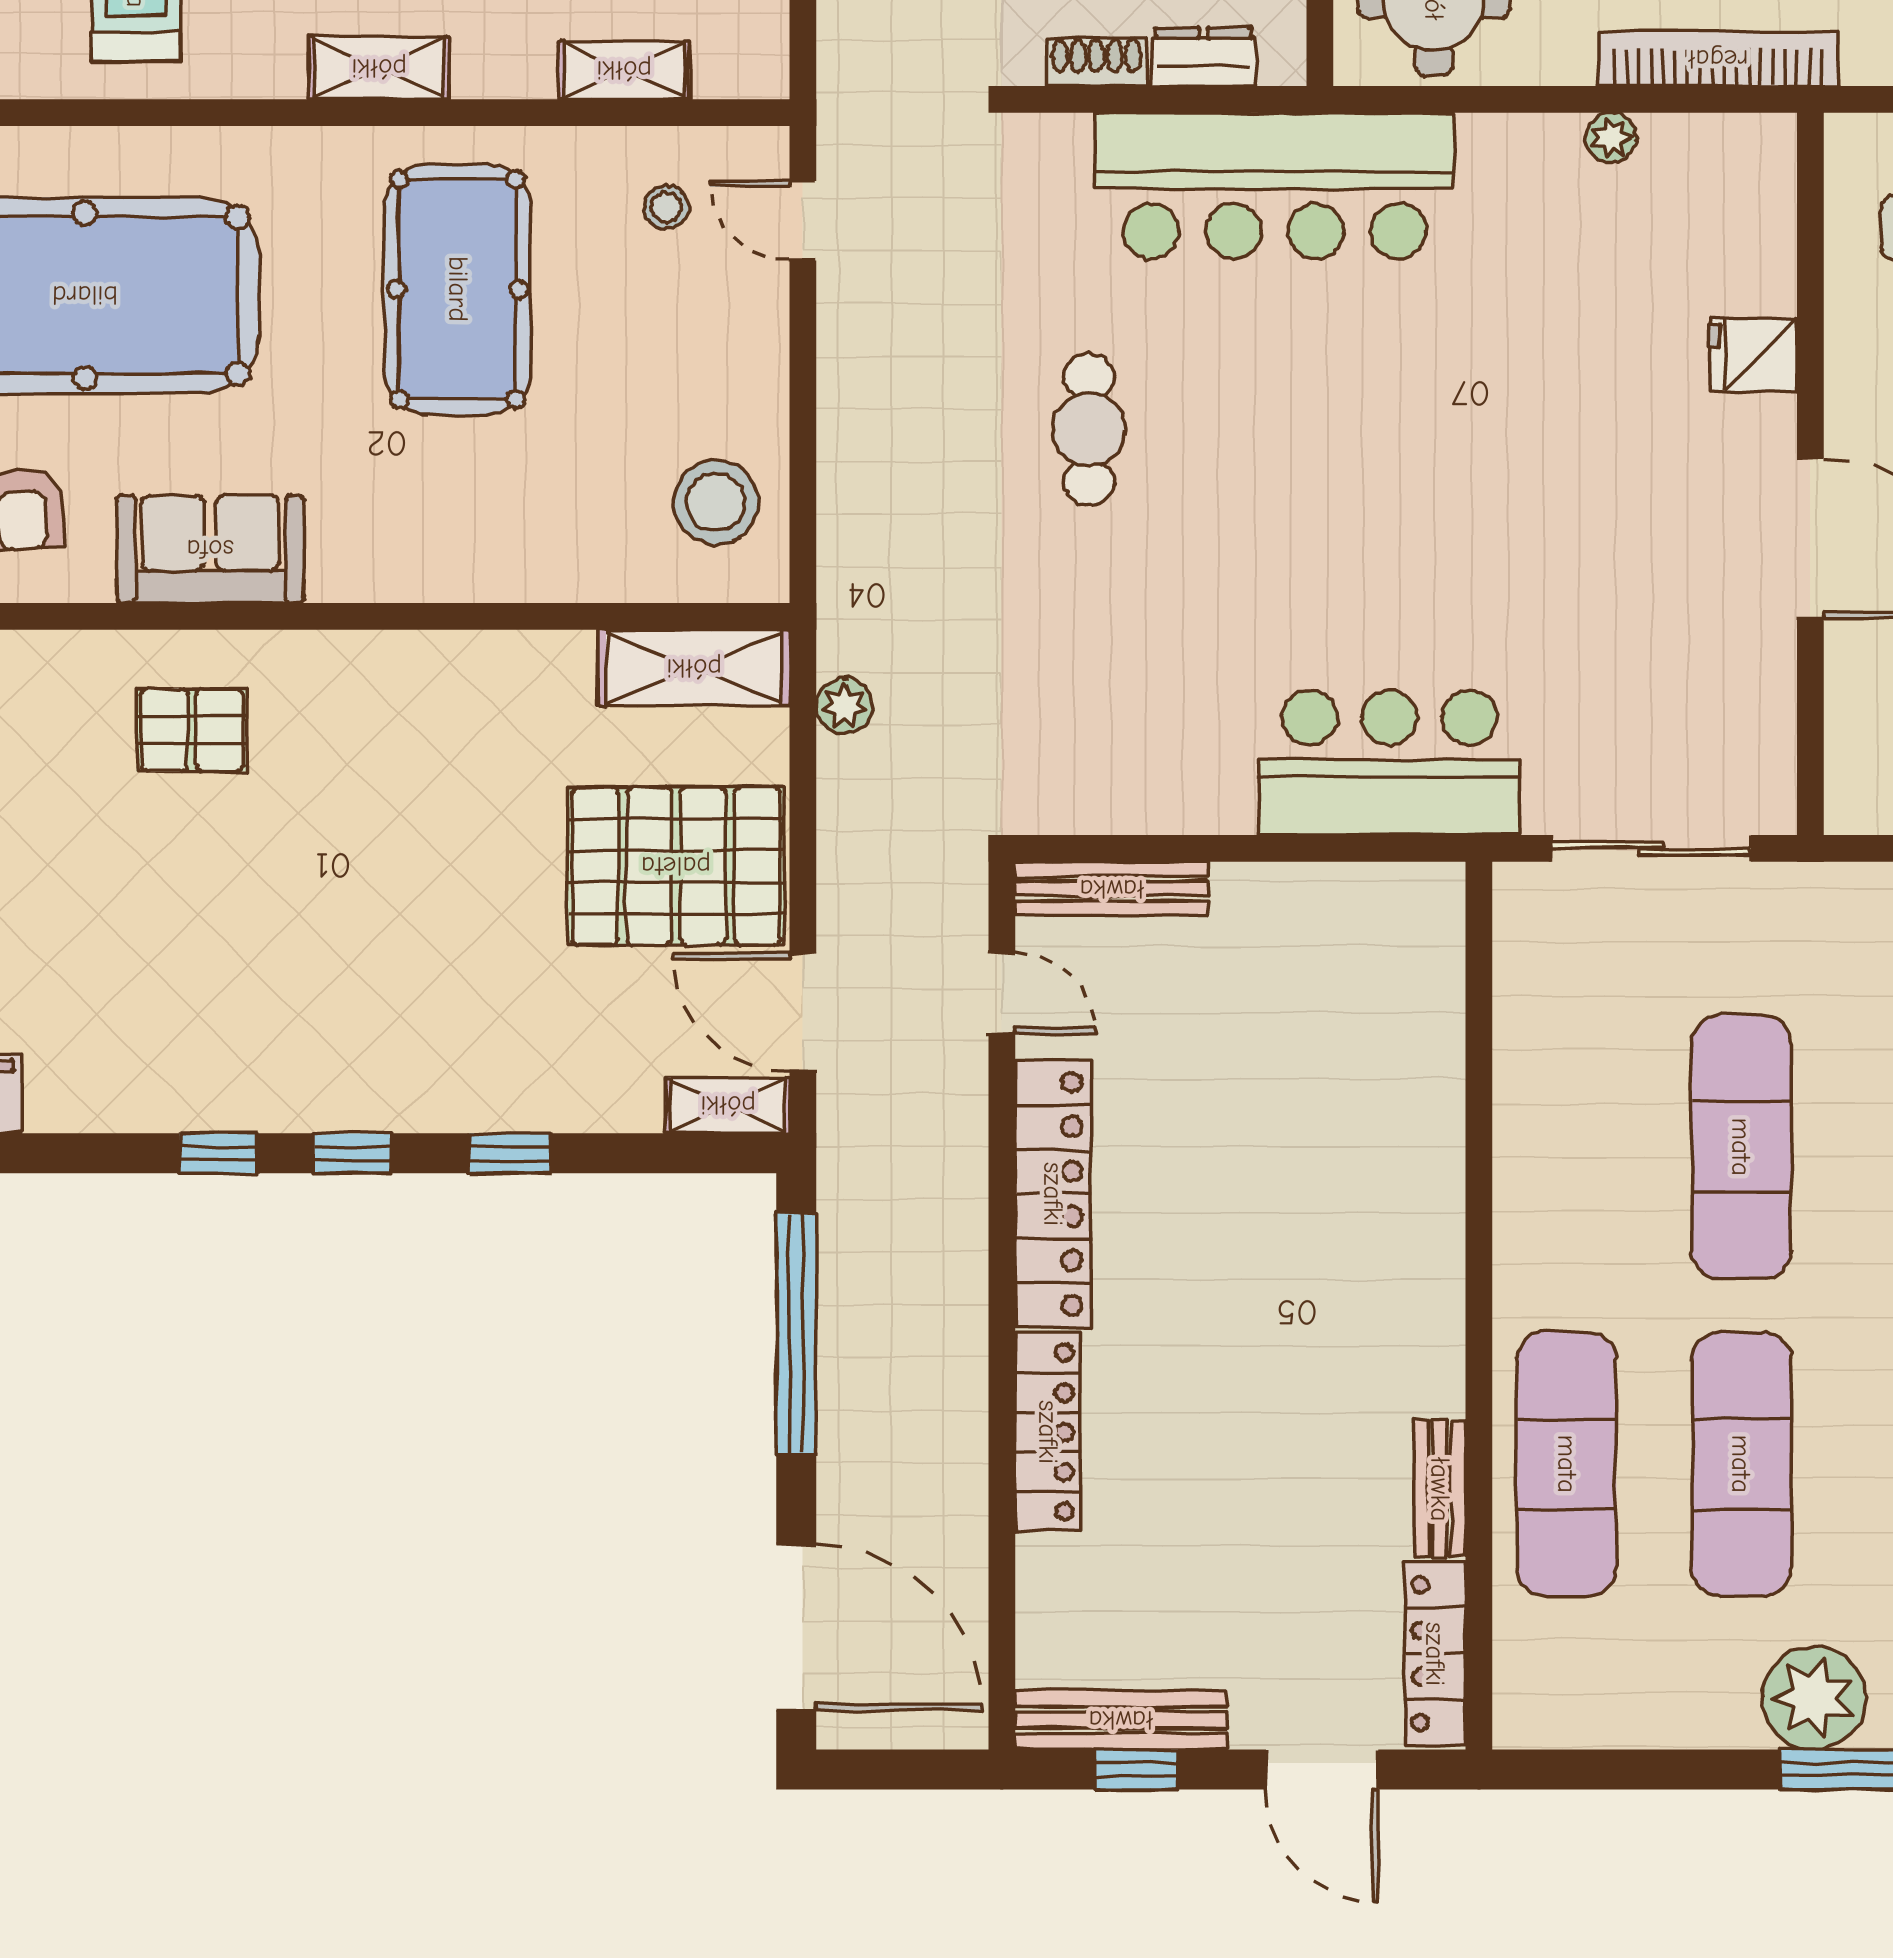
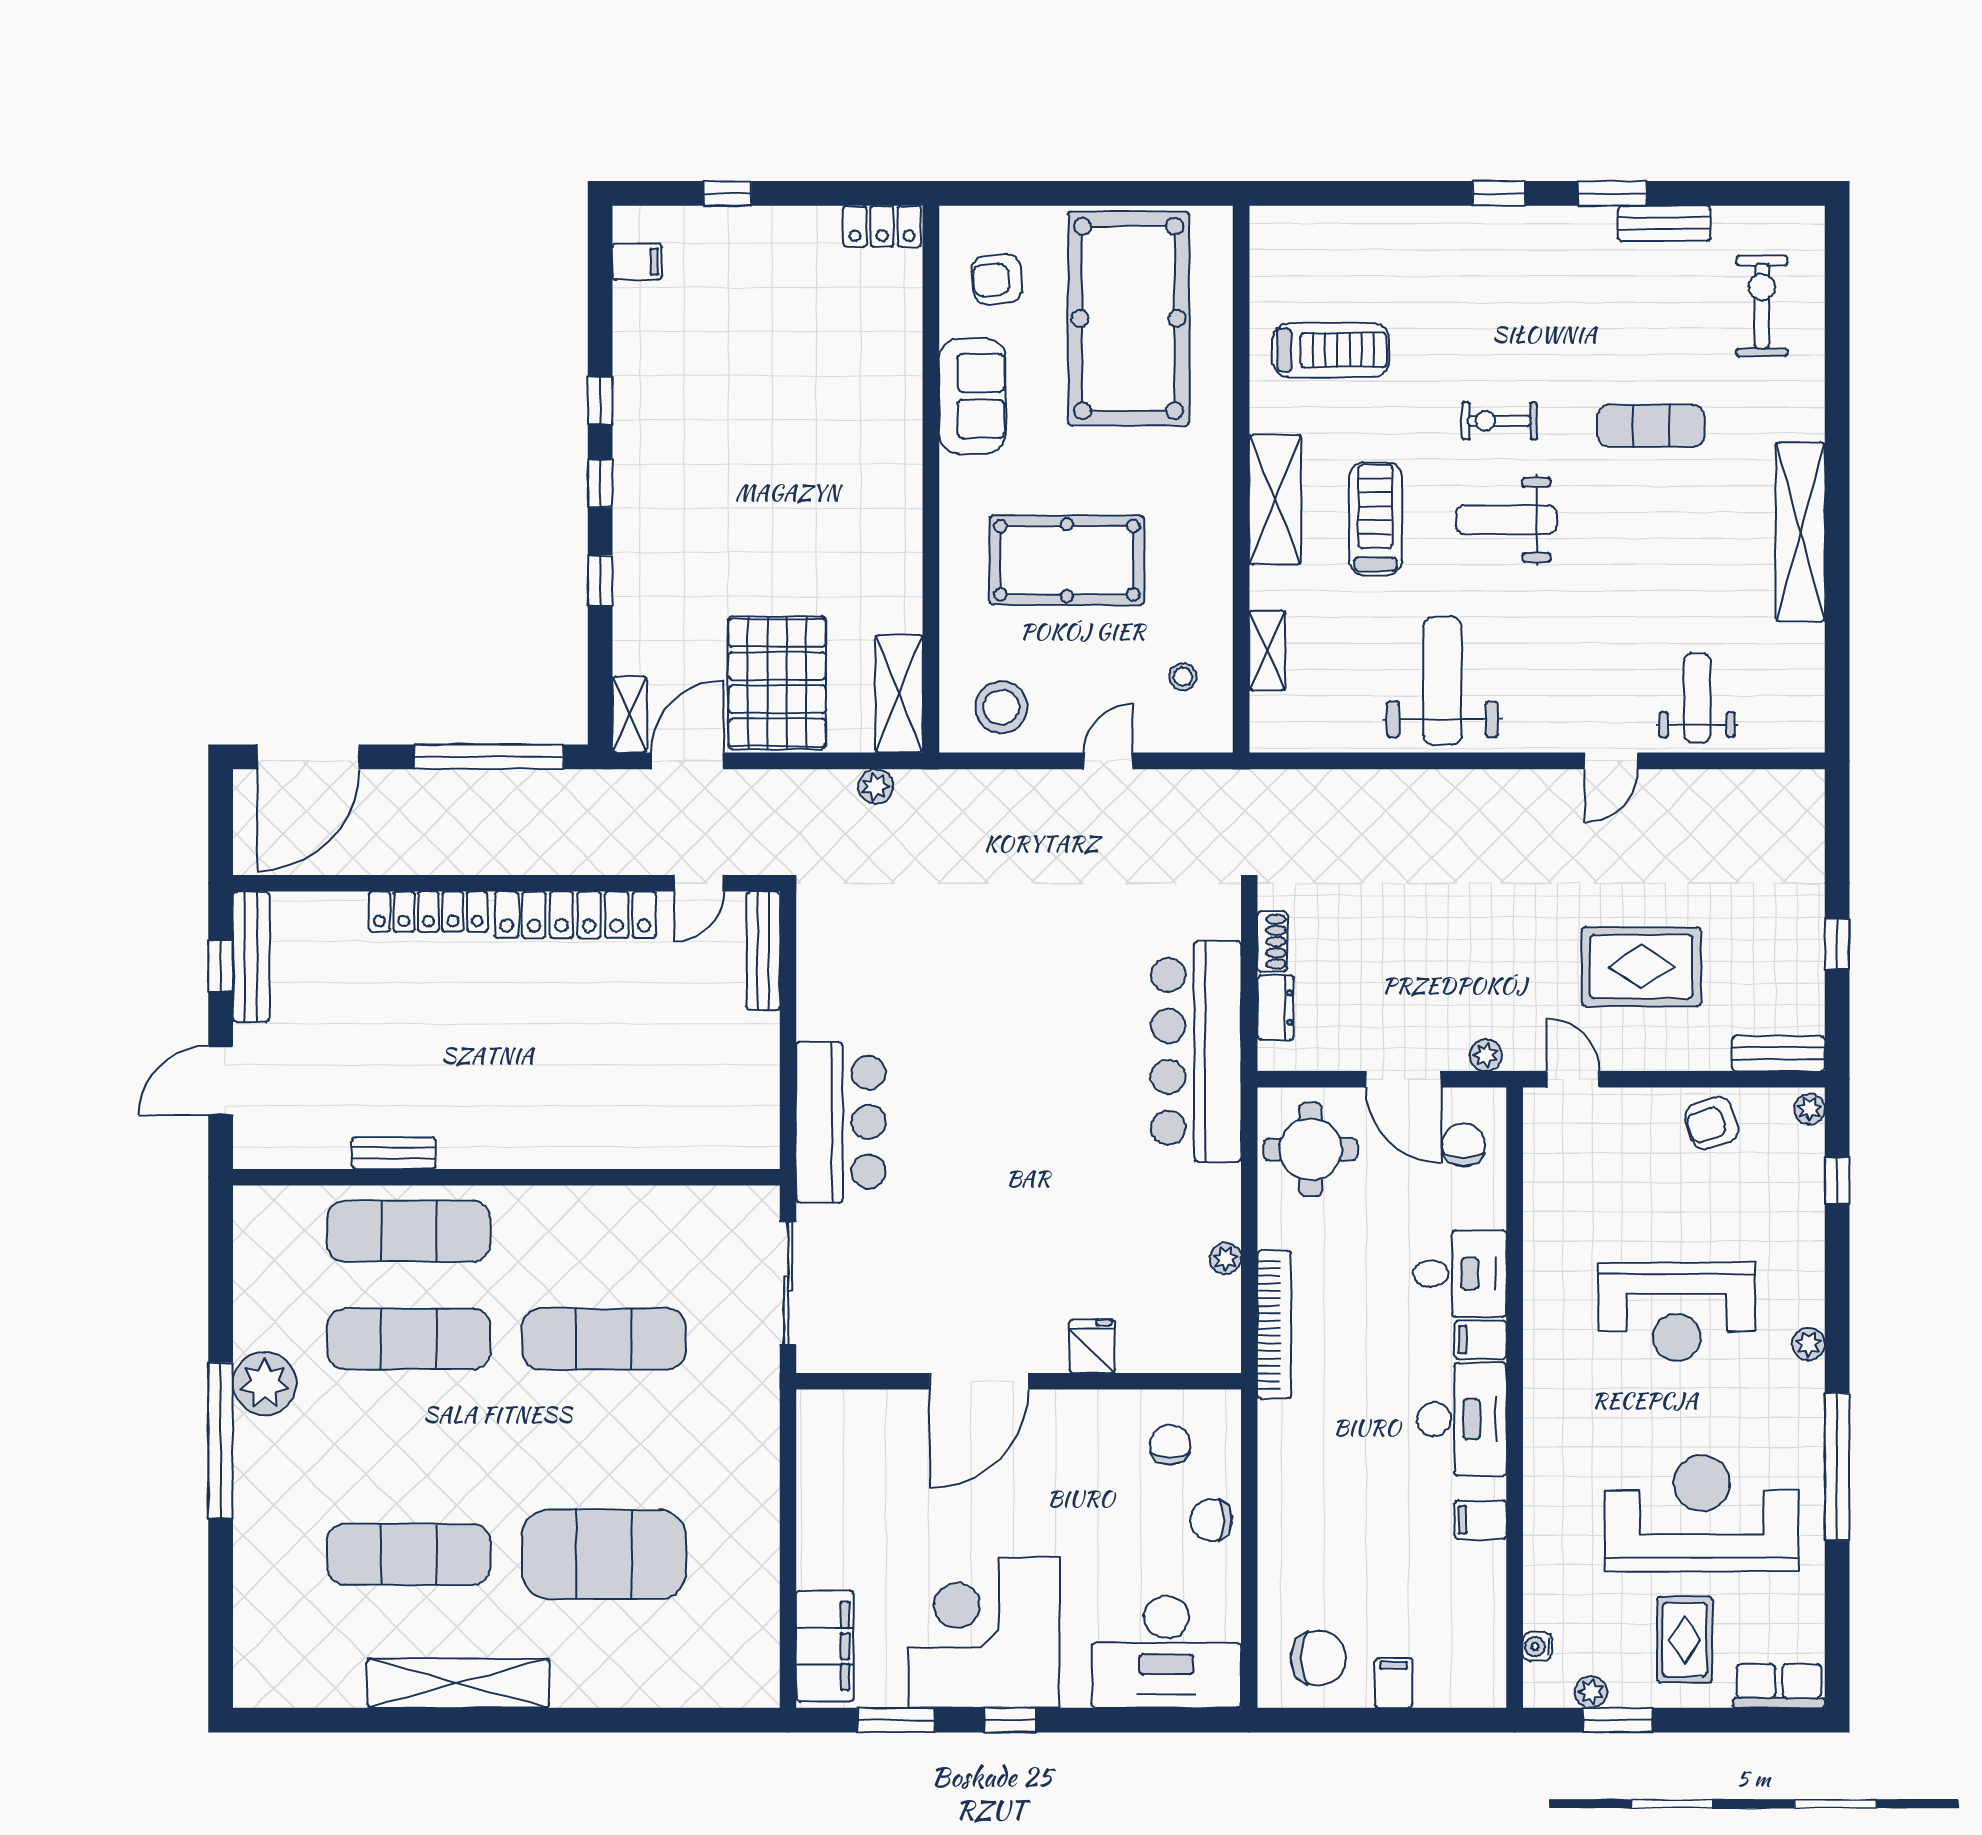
shelving: (379, 68) -> (1275, 500), width x1.50, depth x1.33
door: (803, 221) -> (1108, 761), moved
pool table: (458, 289) -> (1067, 560), moved
cafe table: (1089, 430) -> (1046, 937), removed
pallet: (192, 730) -> (861, 384), removed
locker: (1435, 1654) -> (292, 1150), removed

